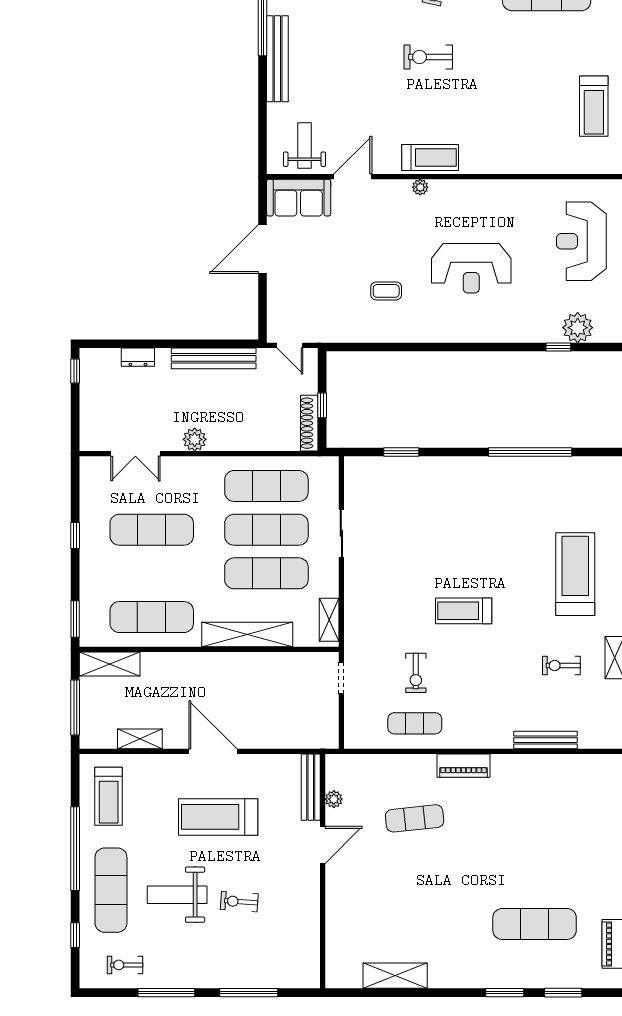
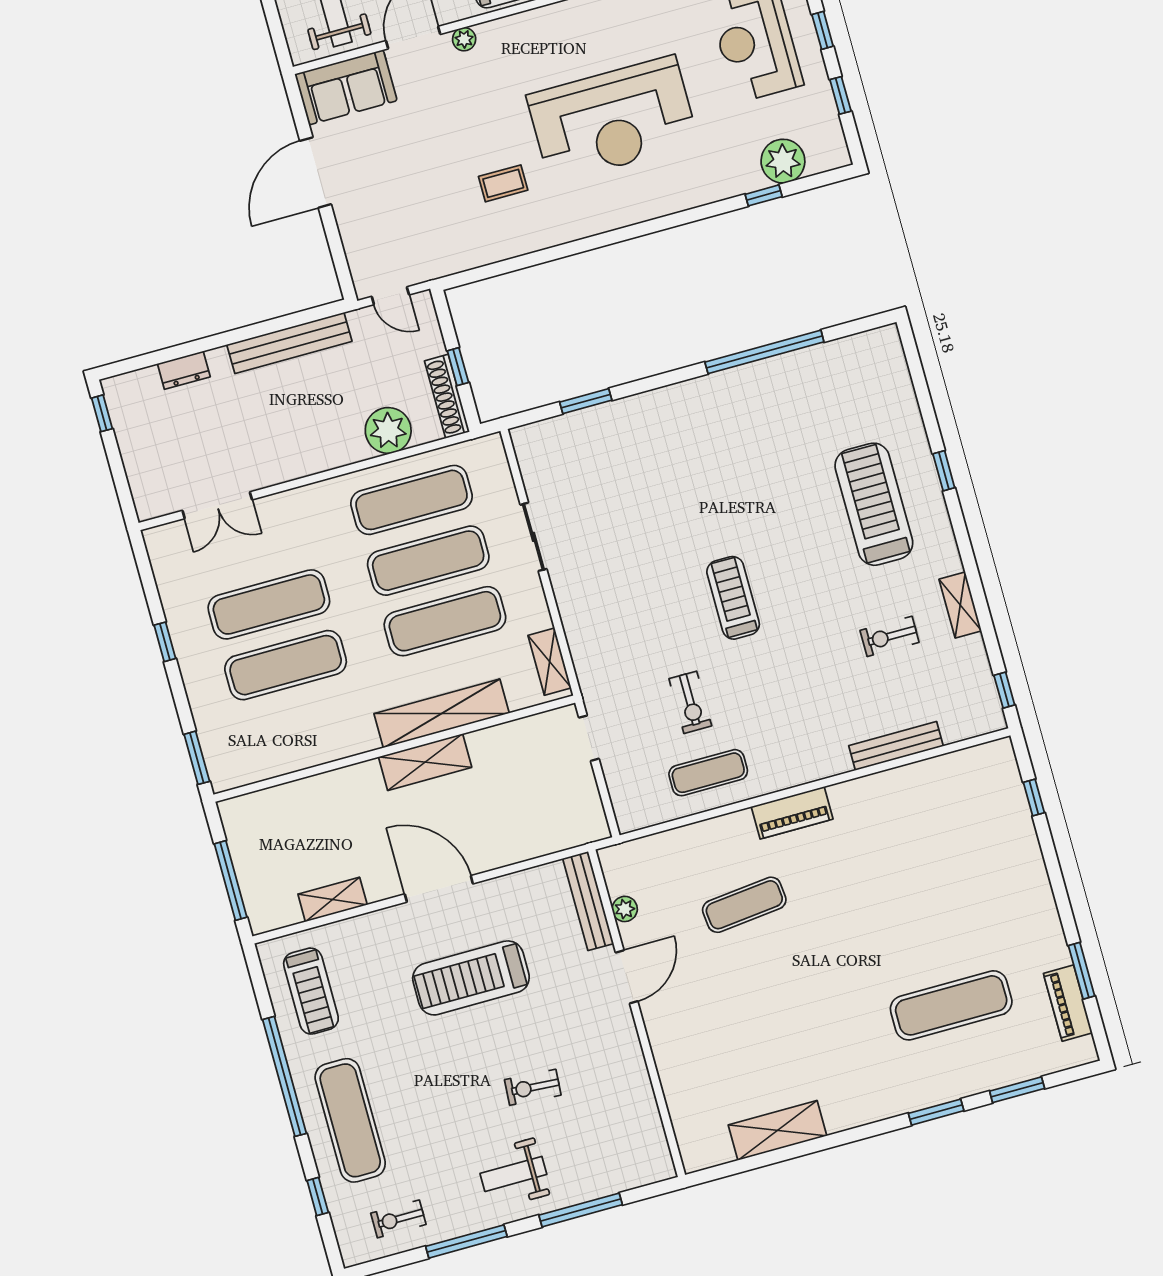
plant: (420, 187) -> (464, 39), moved
reception desk: (471, 268) -> (613, 119), width x1.36, depth x1.30
plant: (195, 439) -> (388, 431), moved, width x1.36, depth x1.36
treadmill: (464, 611) -> (733, 598), turned 90
exercise mat: (152, 617) -> (286, 665), moved
shelving: (110, 664) -> (425, 762), moved
weight bench: (177, 895) -> (513, 1174), moved, width x0.73, depth x0.75

